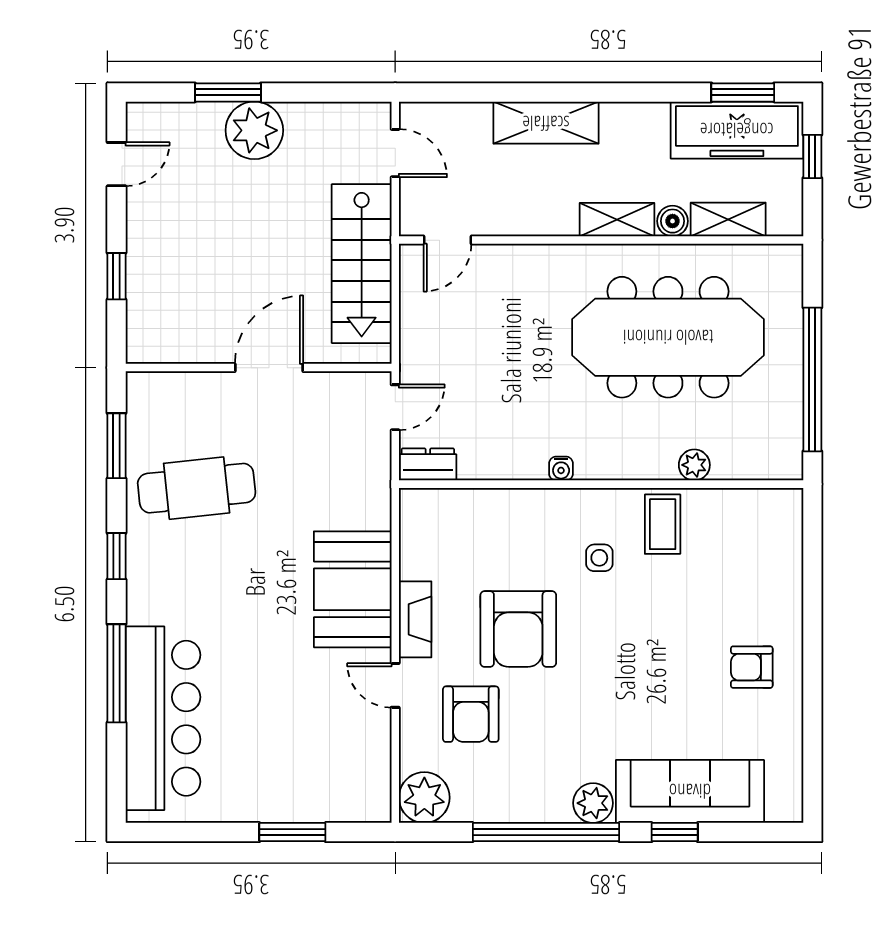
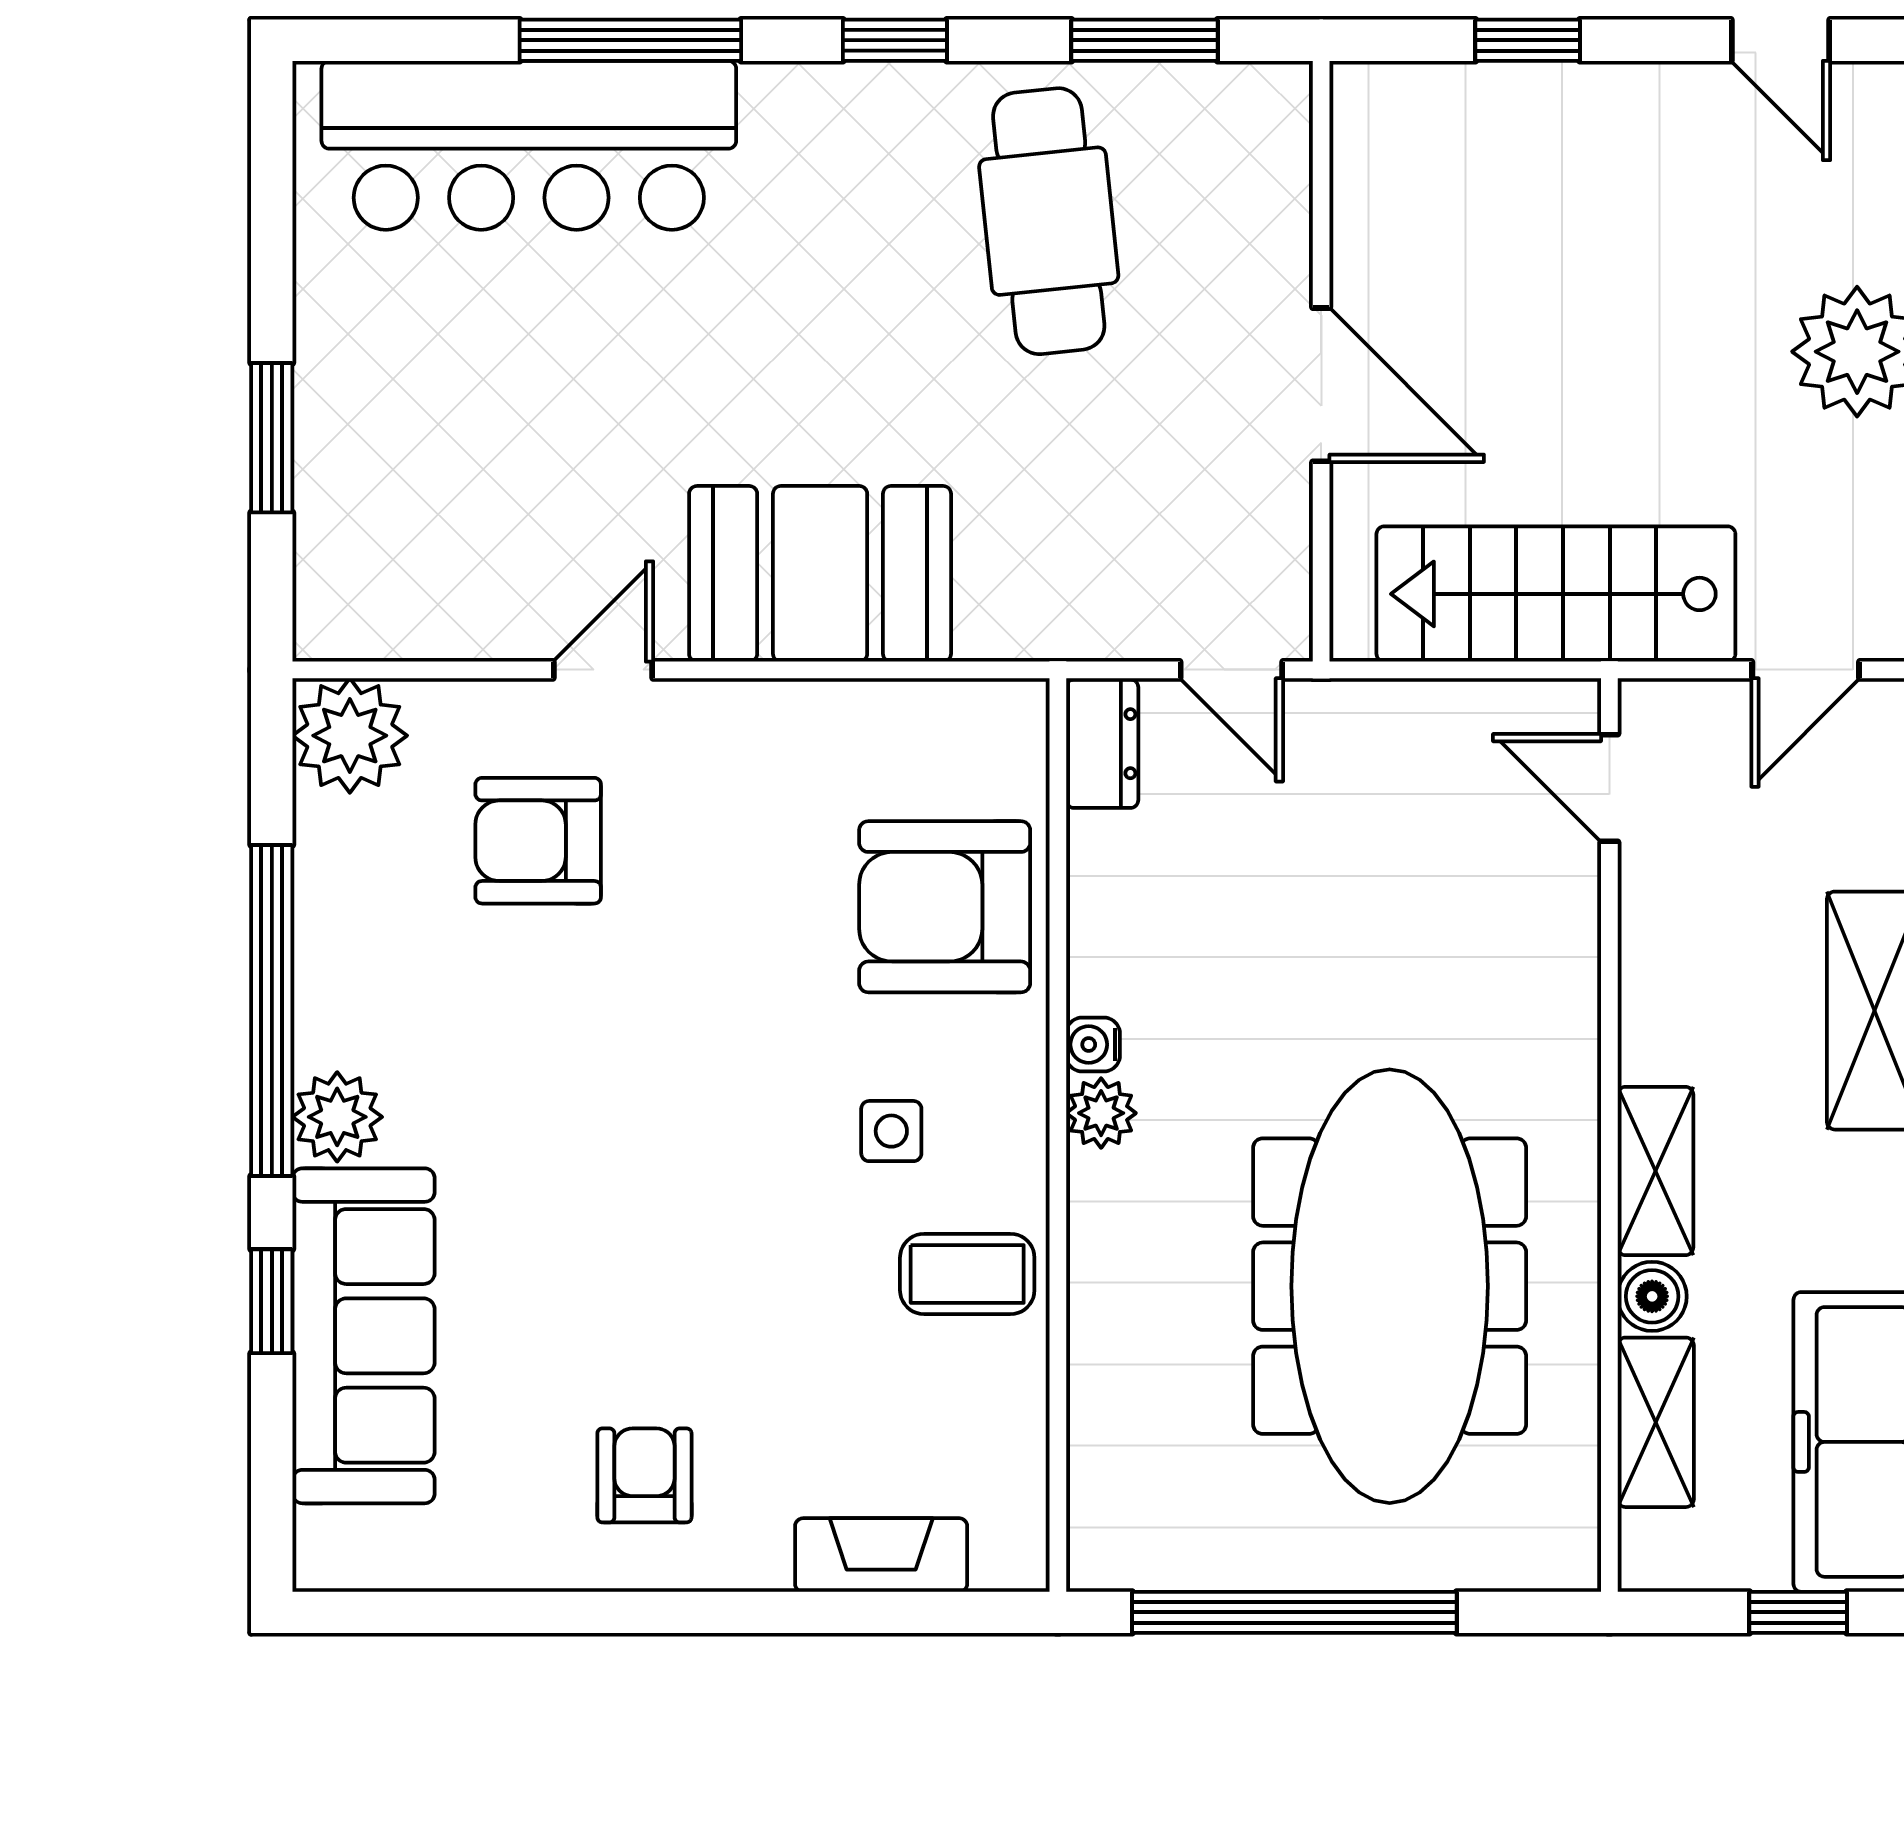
plant: (694, 465) -> (1101, 1113), moved
fireplace: (415, 619) -> (881, 1555), moved, turned 180
armchair: (518, 629) -> (945, 907), moved

